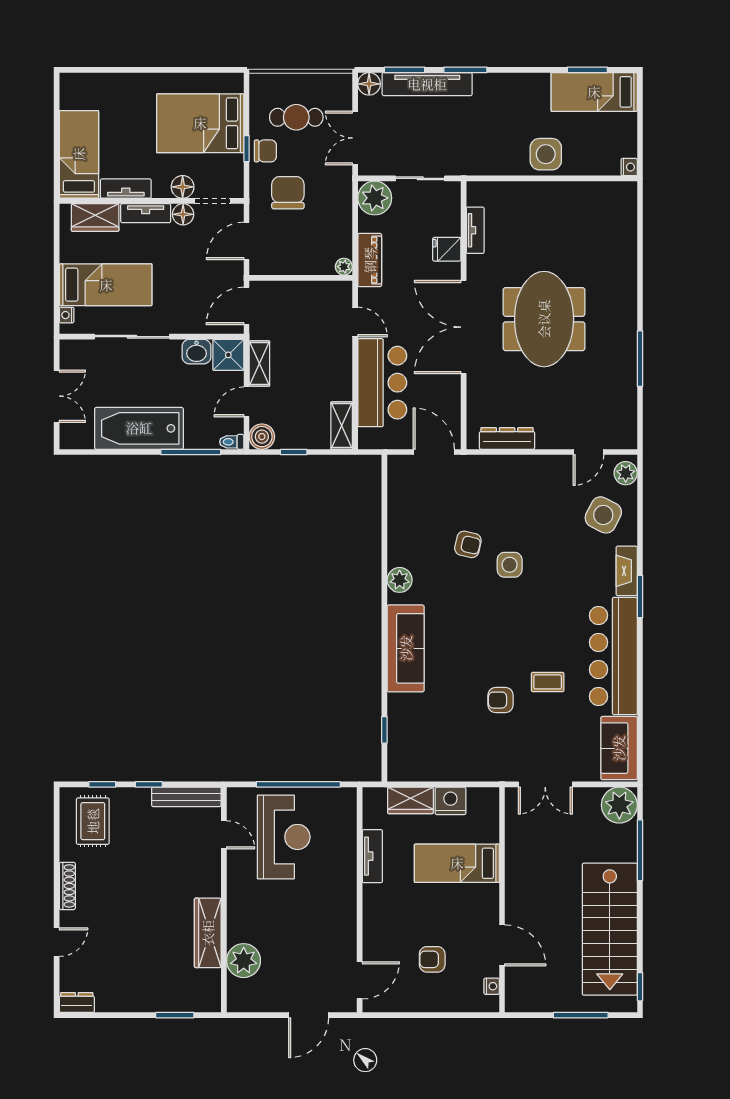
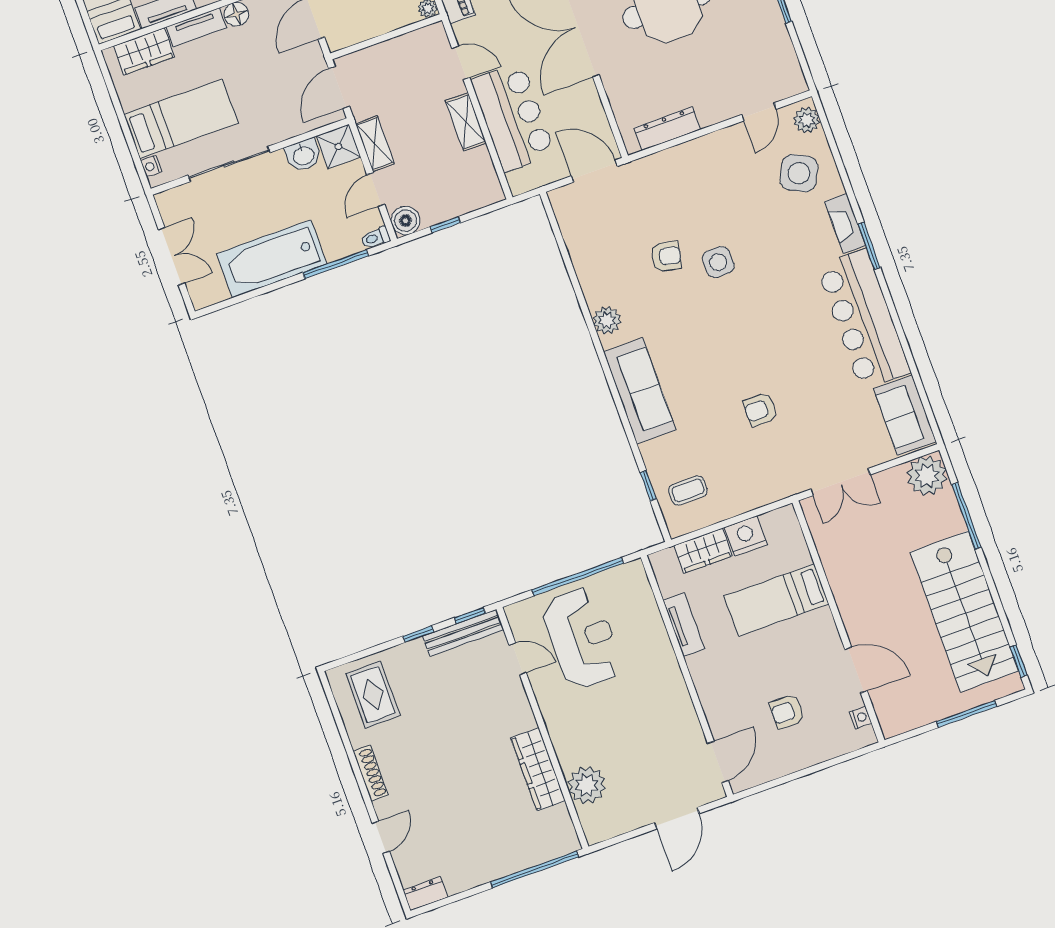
shelving: (342, 426) -> (466, 122), moved
coffee table: (548, 682) -> (688, 490), moved
window: (102, 784) -> (470, 615), moved
window: (175, 1015) -> (534, 869), width x2.11

